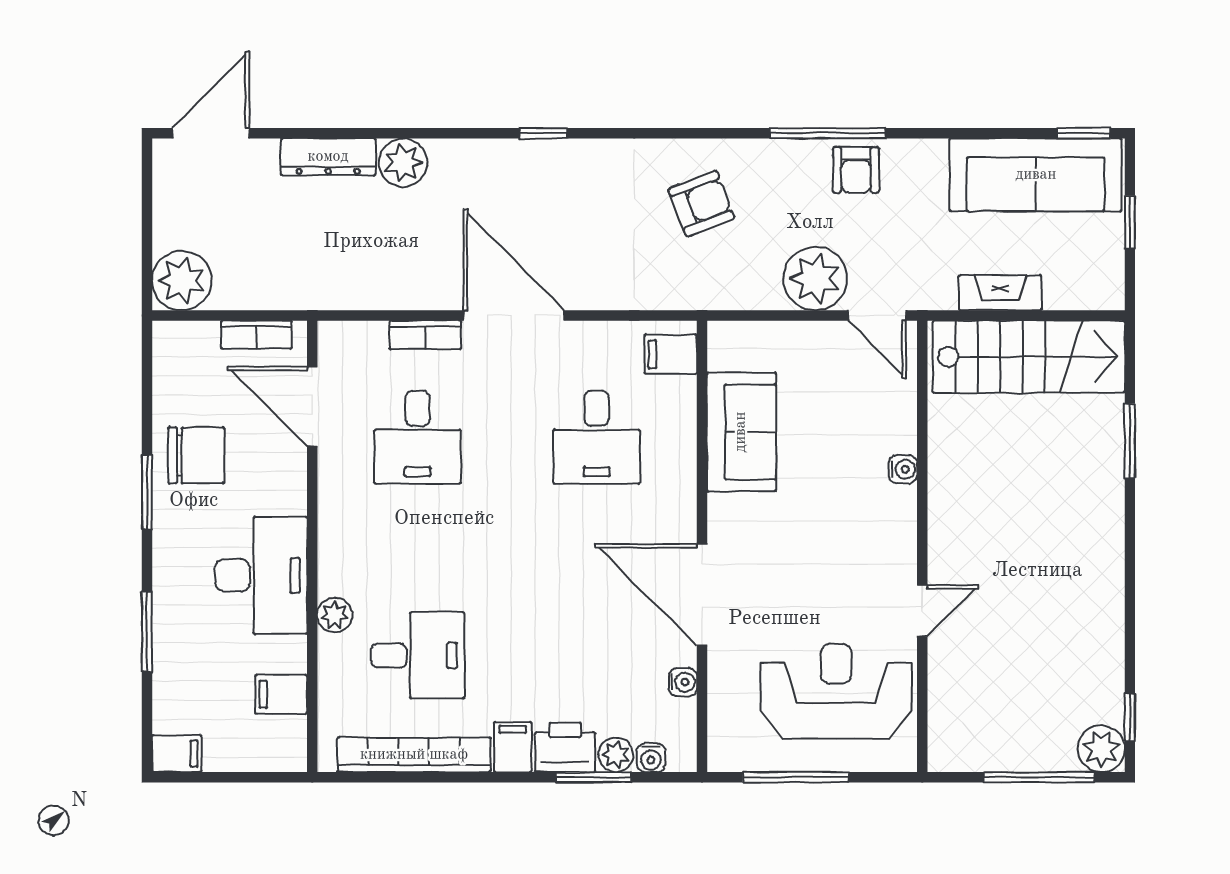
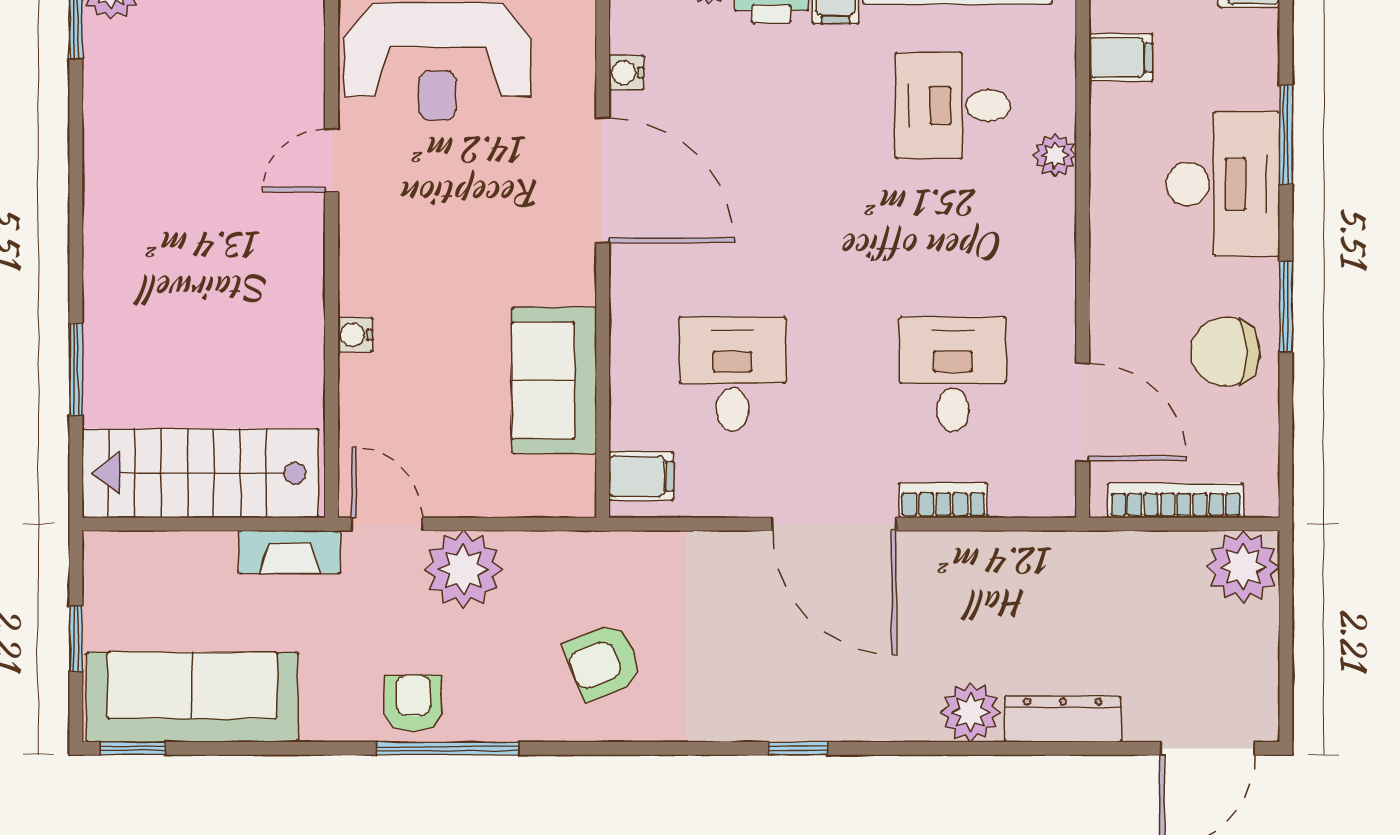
fireplace: (1000, 293) -> (290, 552), moved
bookcase: (256, 335) -> (1176, 500), width x1.56
desk: (261, 575) -> (1223, 184), moved, turned 180

